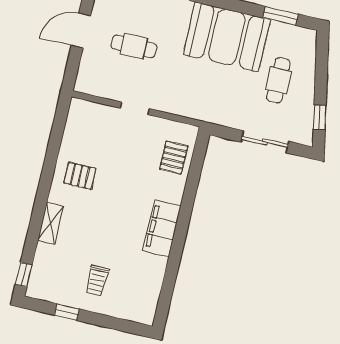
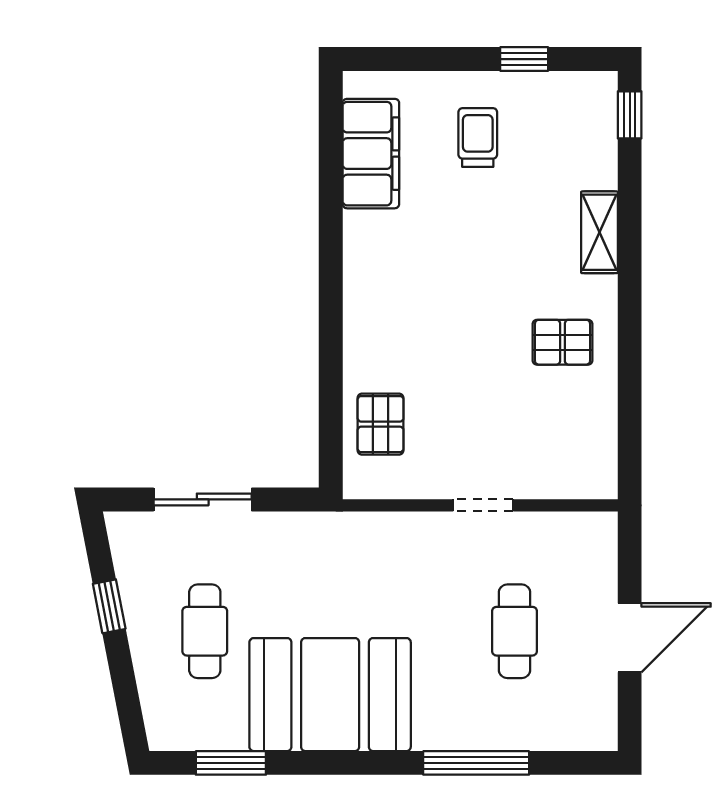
cafe table: (134, 46) -> (515, 631), turned 90
window: (320, 117) -> (109, 606), moved
filing cabinet: (162, 228) -> (371, 154), moved

